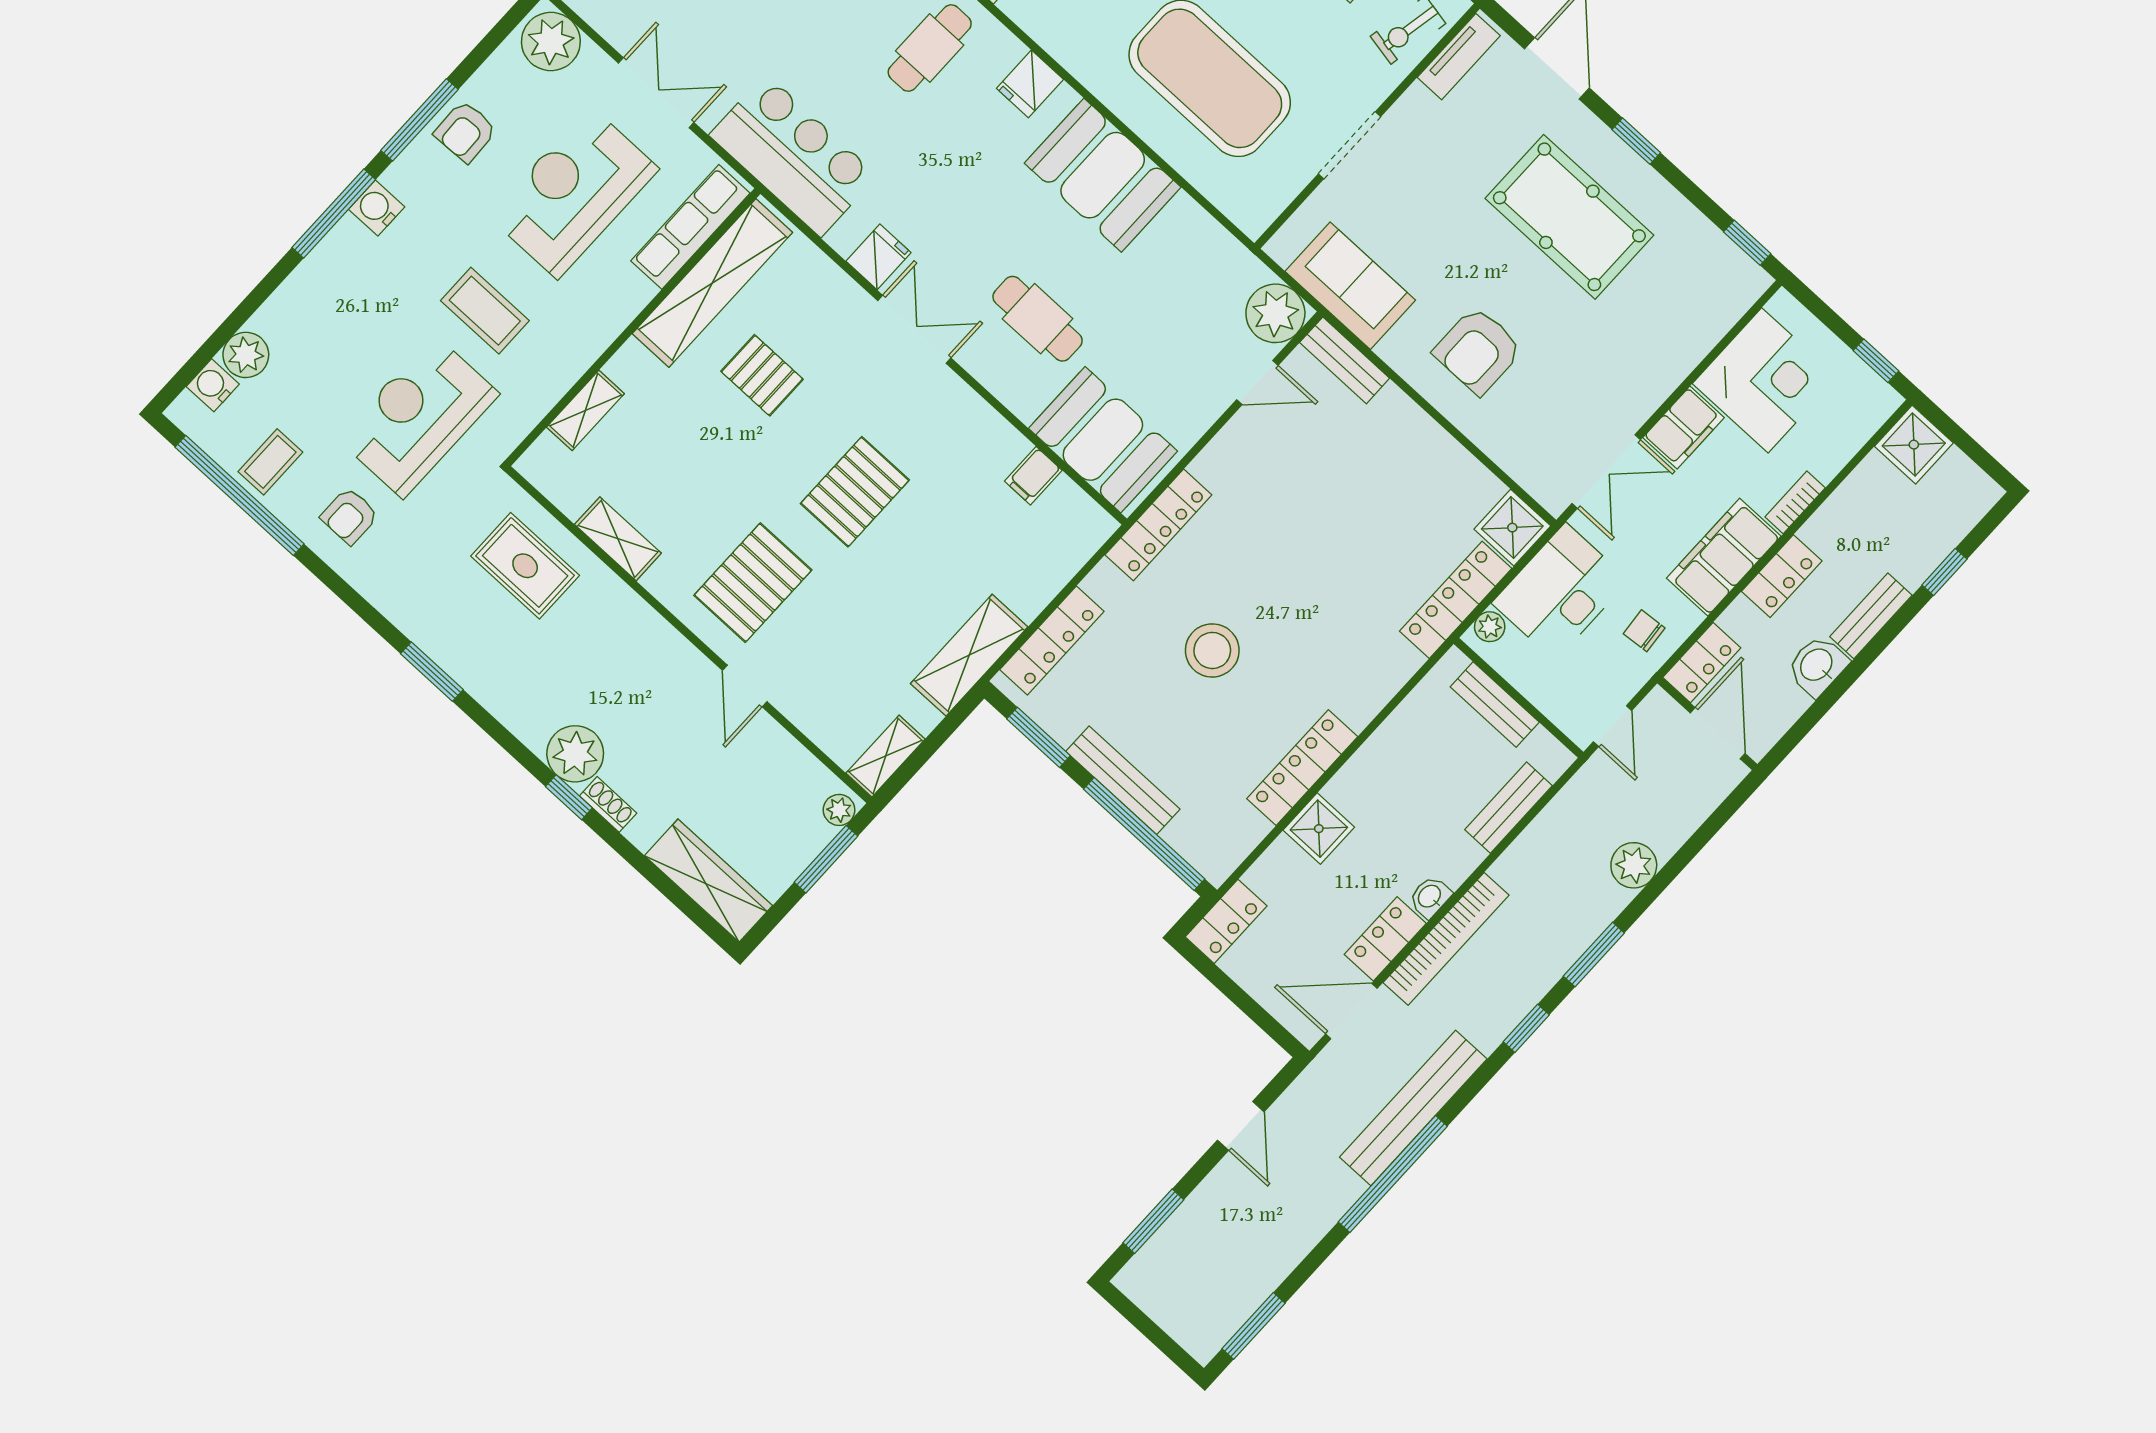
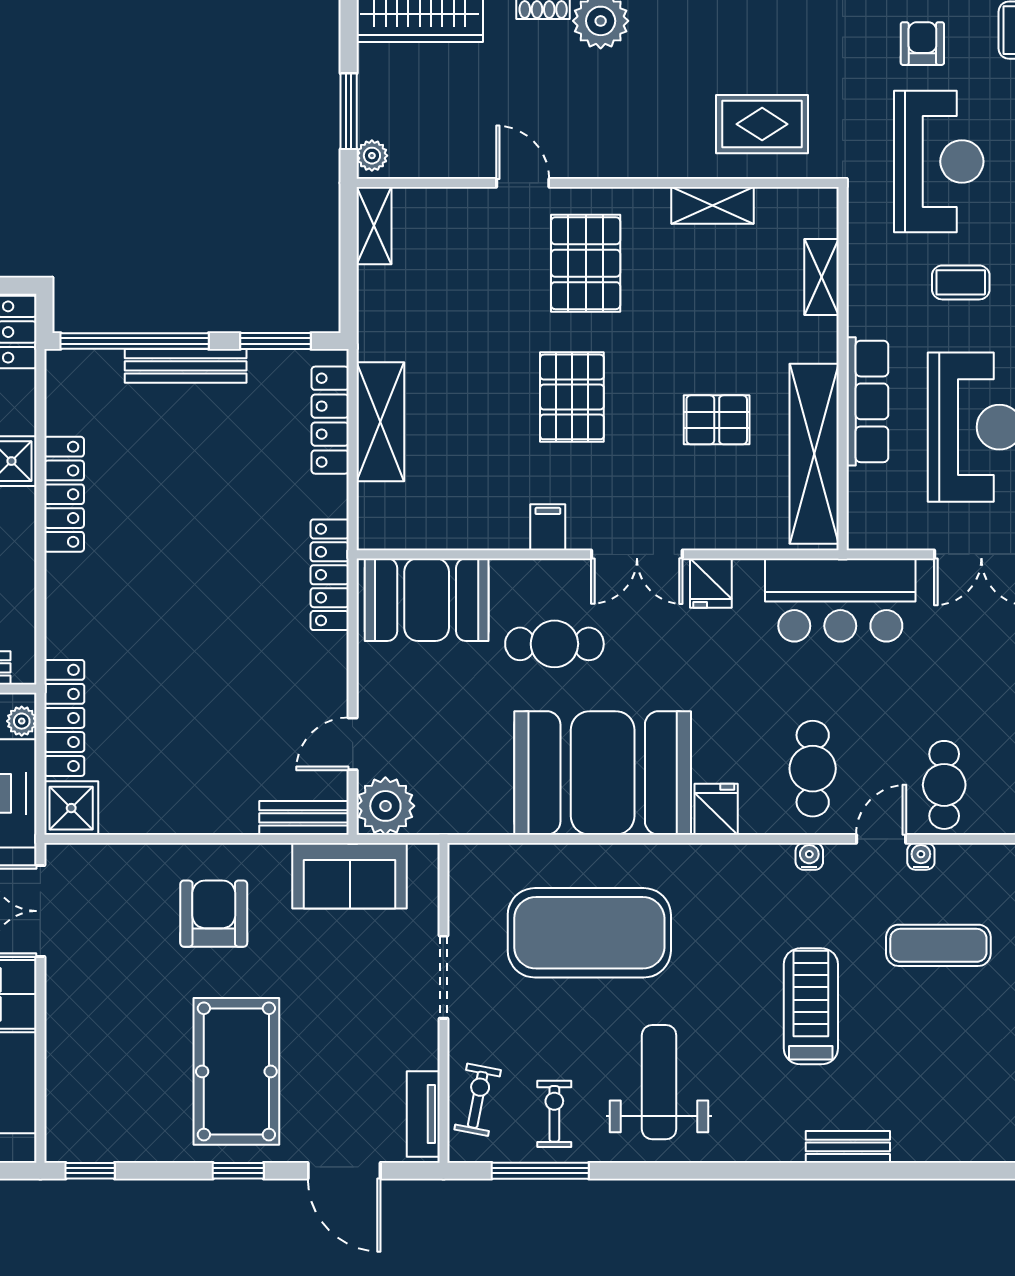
booth: (1103, 175) -> (603, 773), width x1.36, depth x1.42
pool table: (1569, 217) -> (236, 1071), turned 90
row of seats: (690, 227) -> (867, 401), moved
coffee table: (485, 311) -> (961, 282), width x0.73, depth x0.77
filing cabinet: (1033, 476) -> (548, 527), moved
stool: (1212, 650) -> (207, 519), removed
shelving: (969, 655) -> (380, 422), moved

